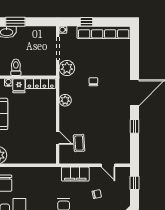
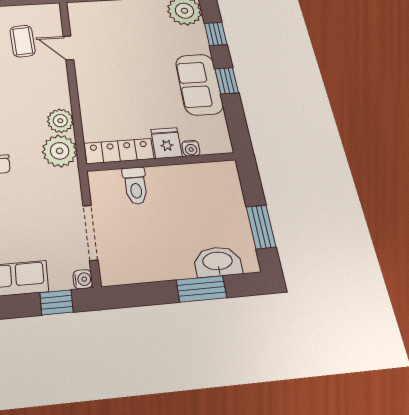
window: (86, 22) -> (57, 302), moved
toilet: (16, 67) -> (135, 186), moved
plant: (67, 68) -> (60, 151), moved

